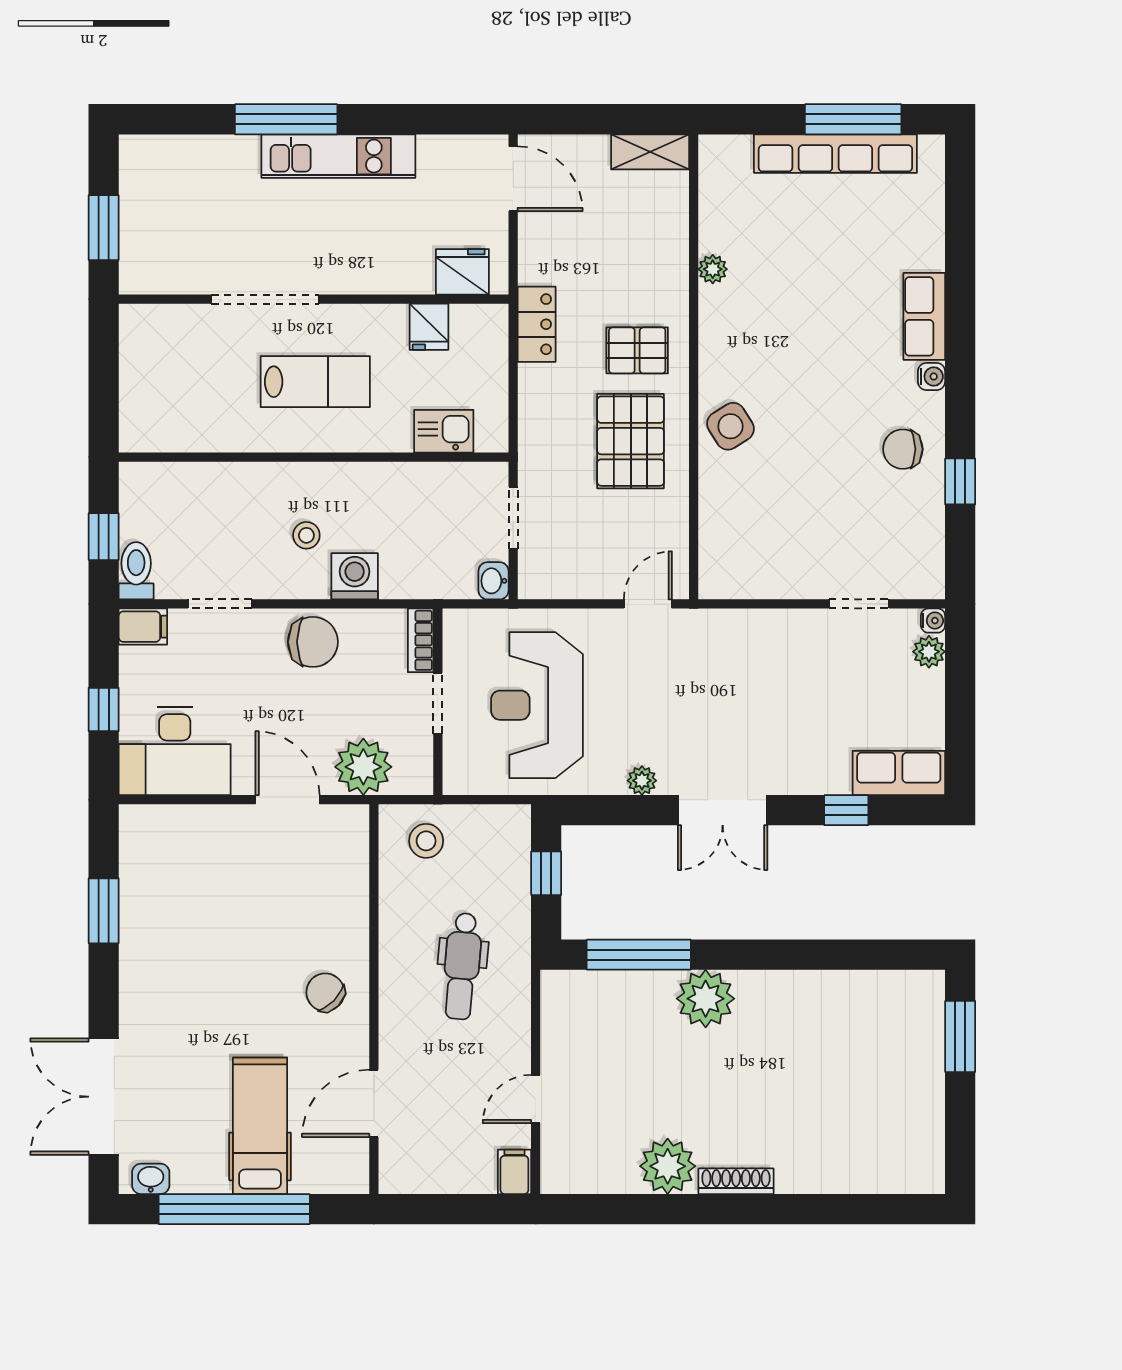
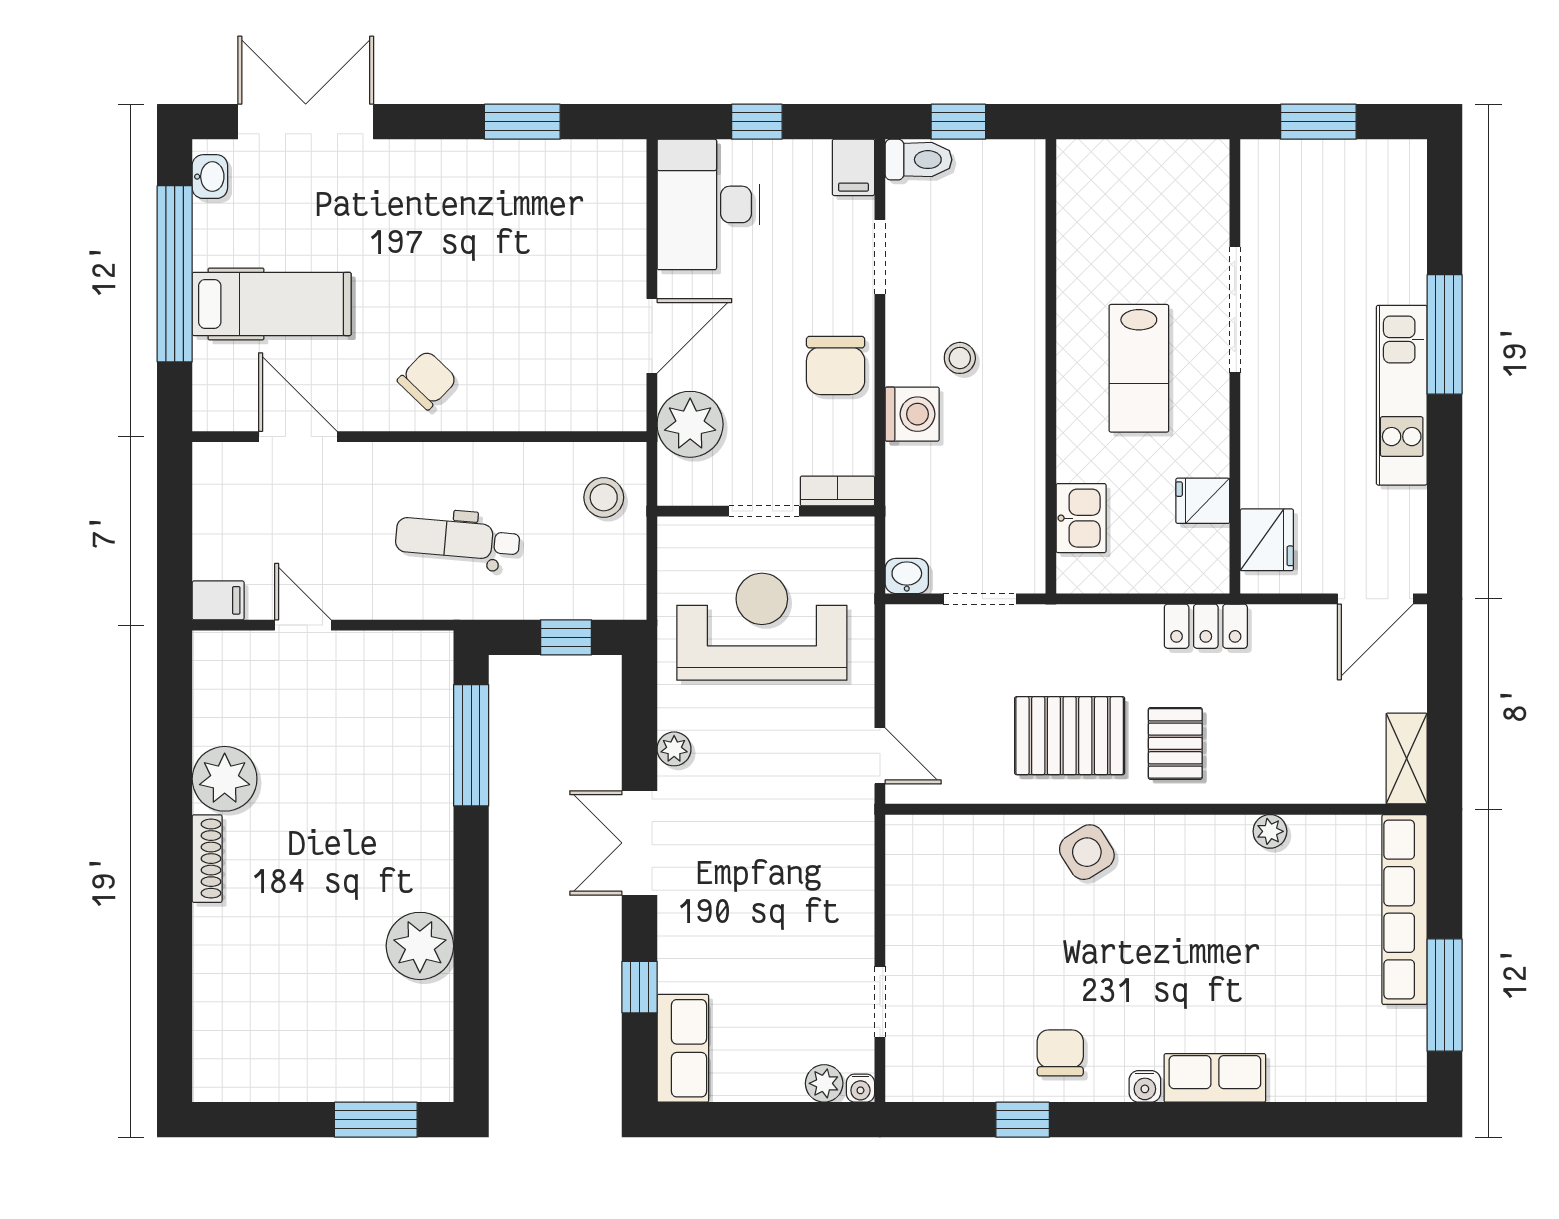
row of seats: (835, 154) -> (1405, 909), moved
plant: (706, 999) -> (420, 946), moved

